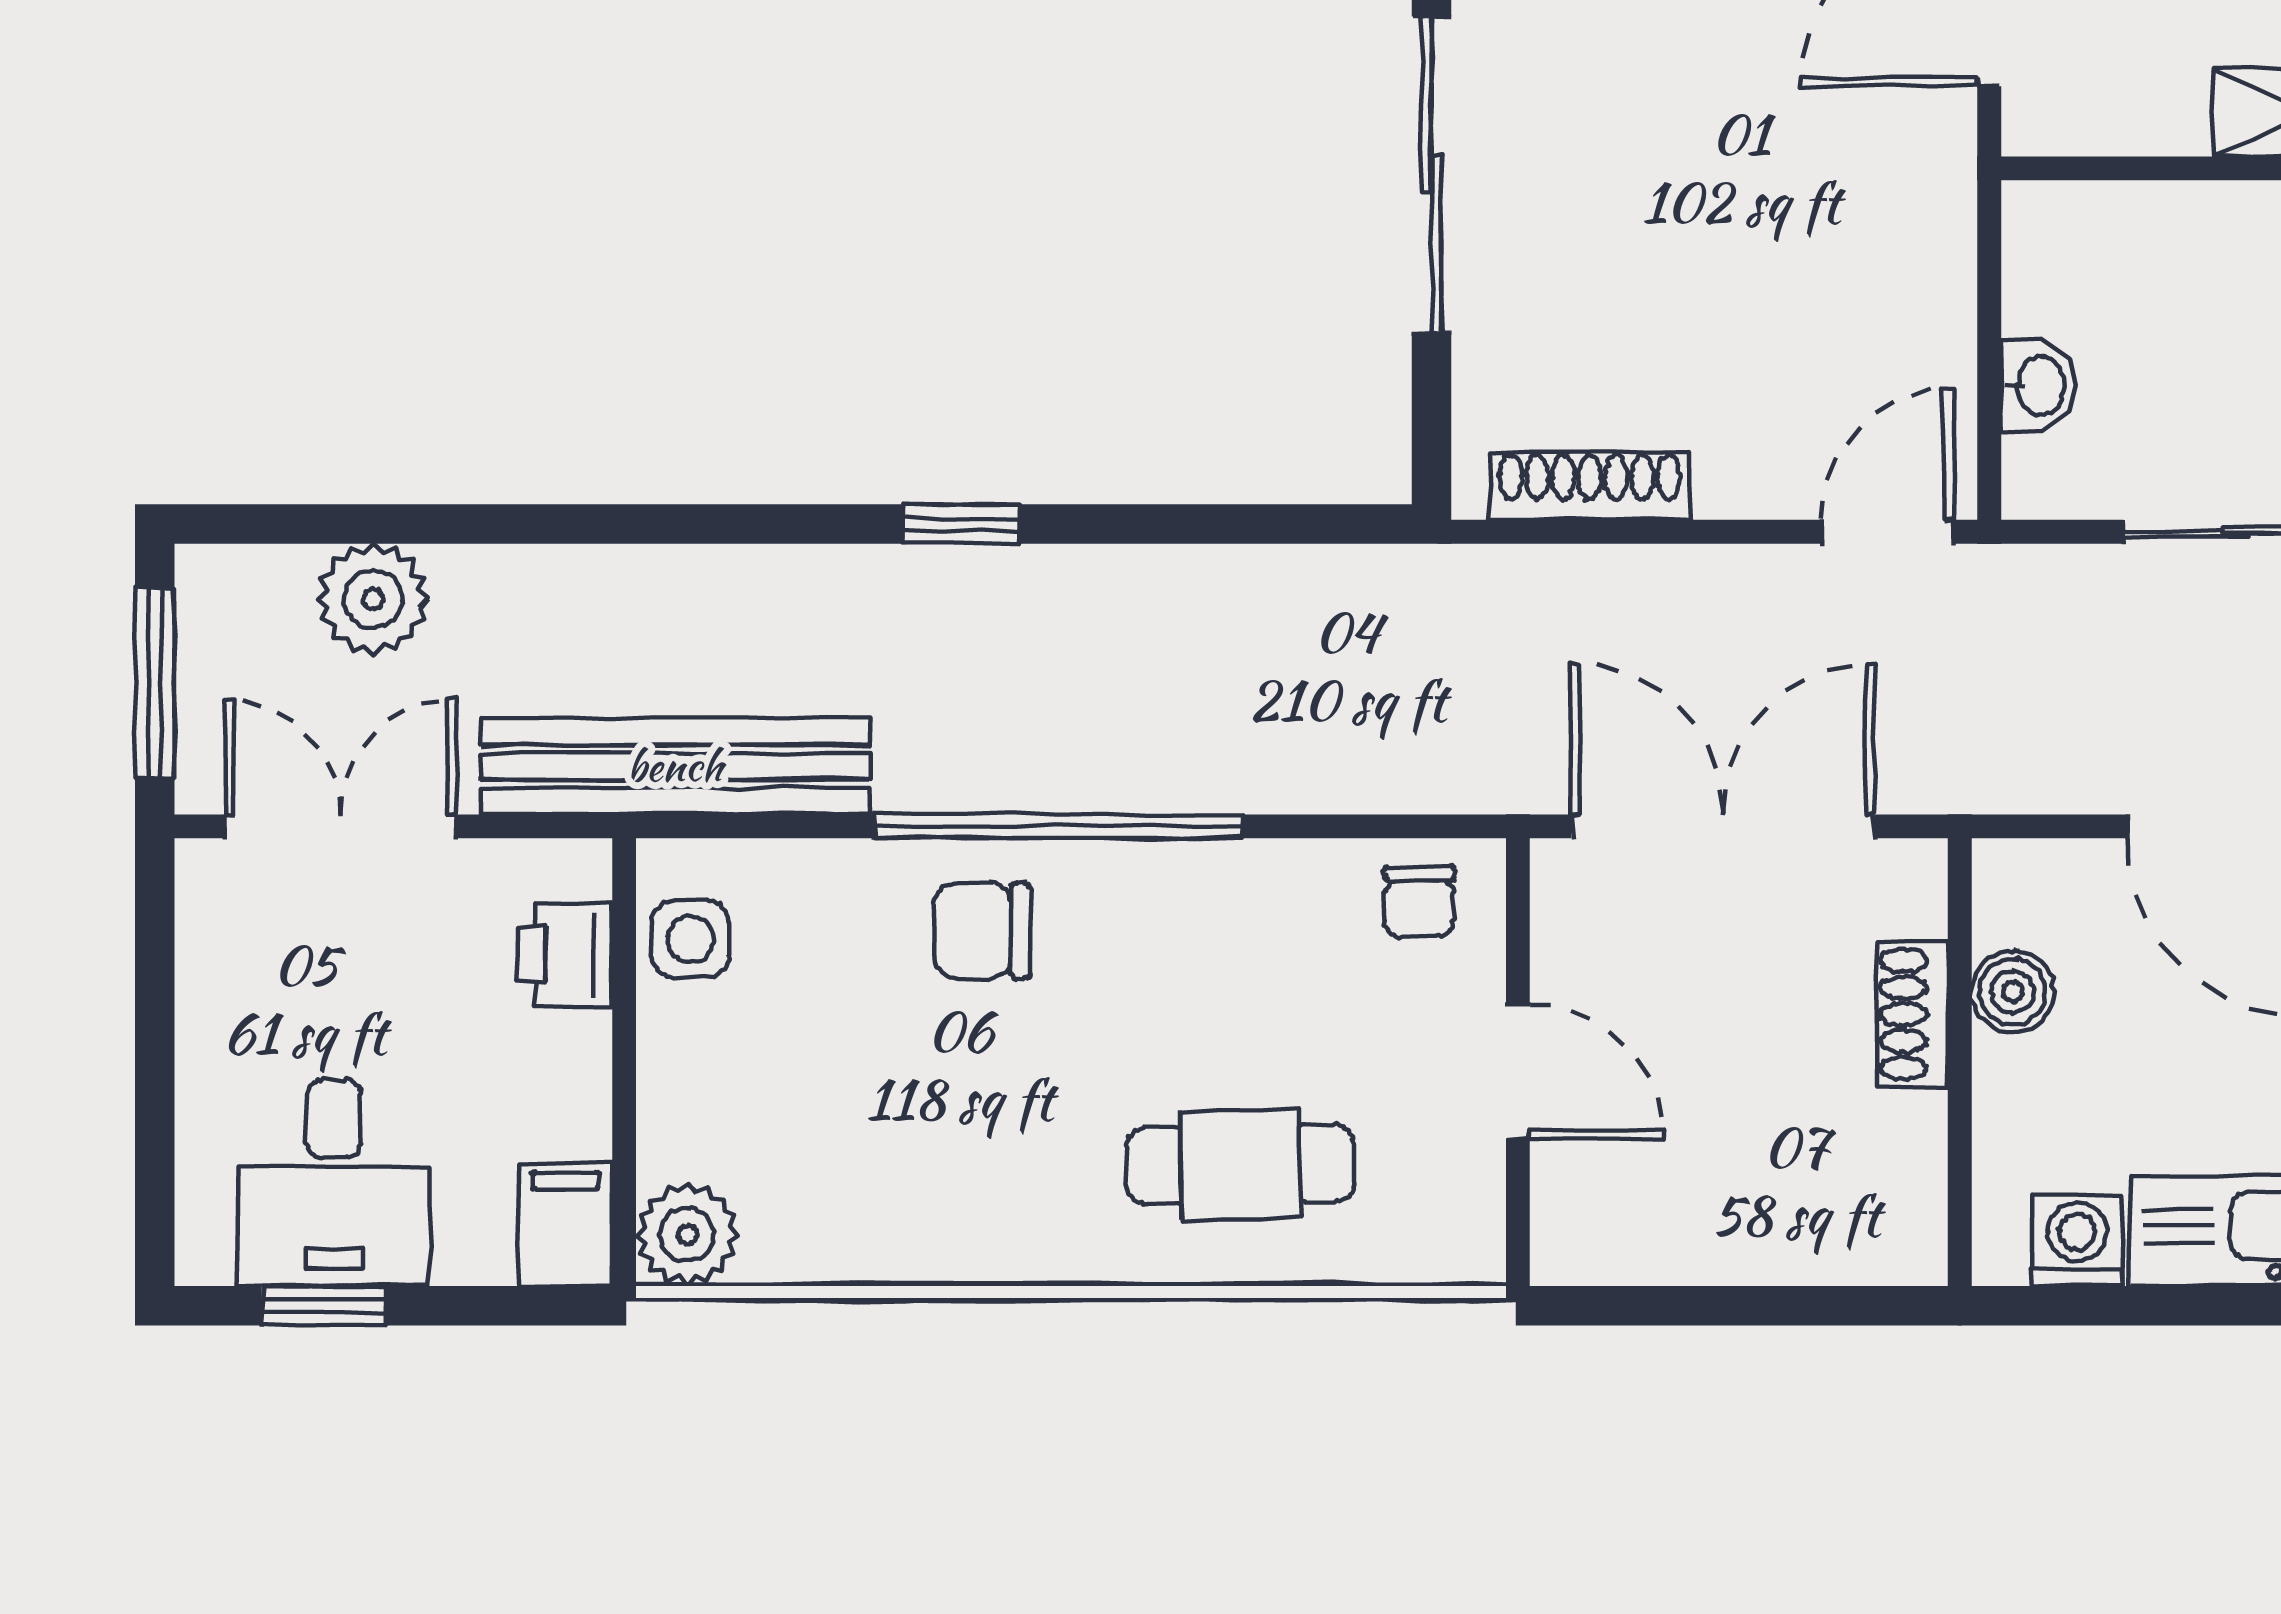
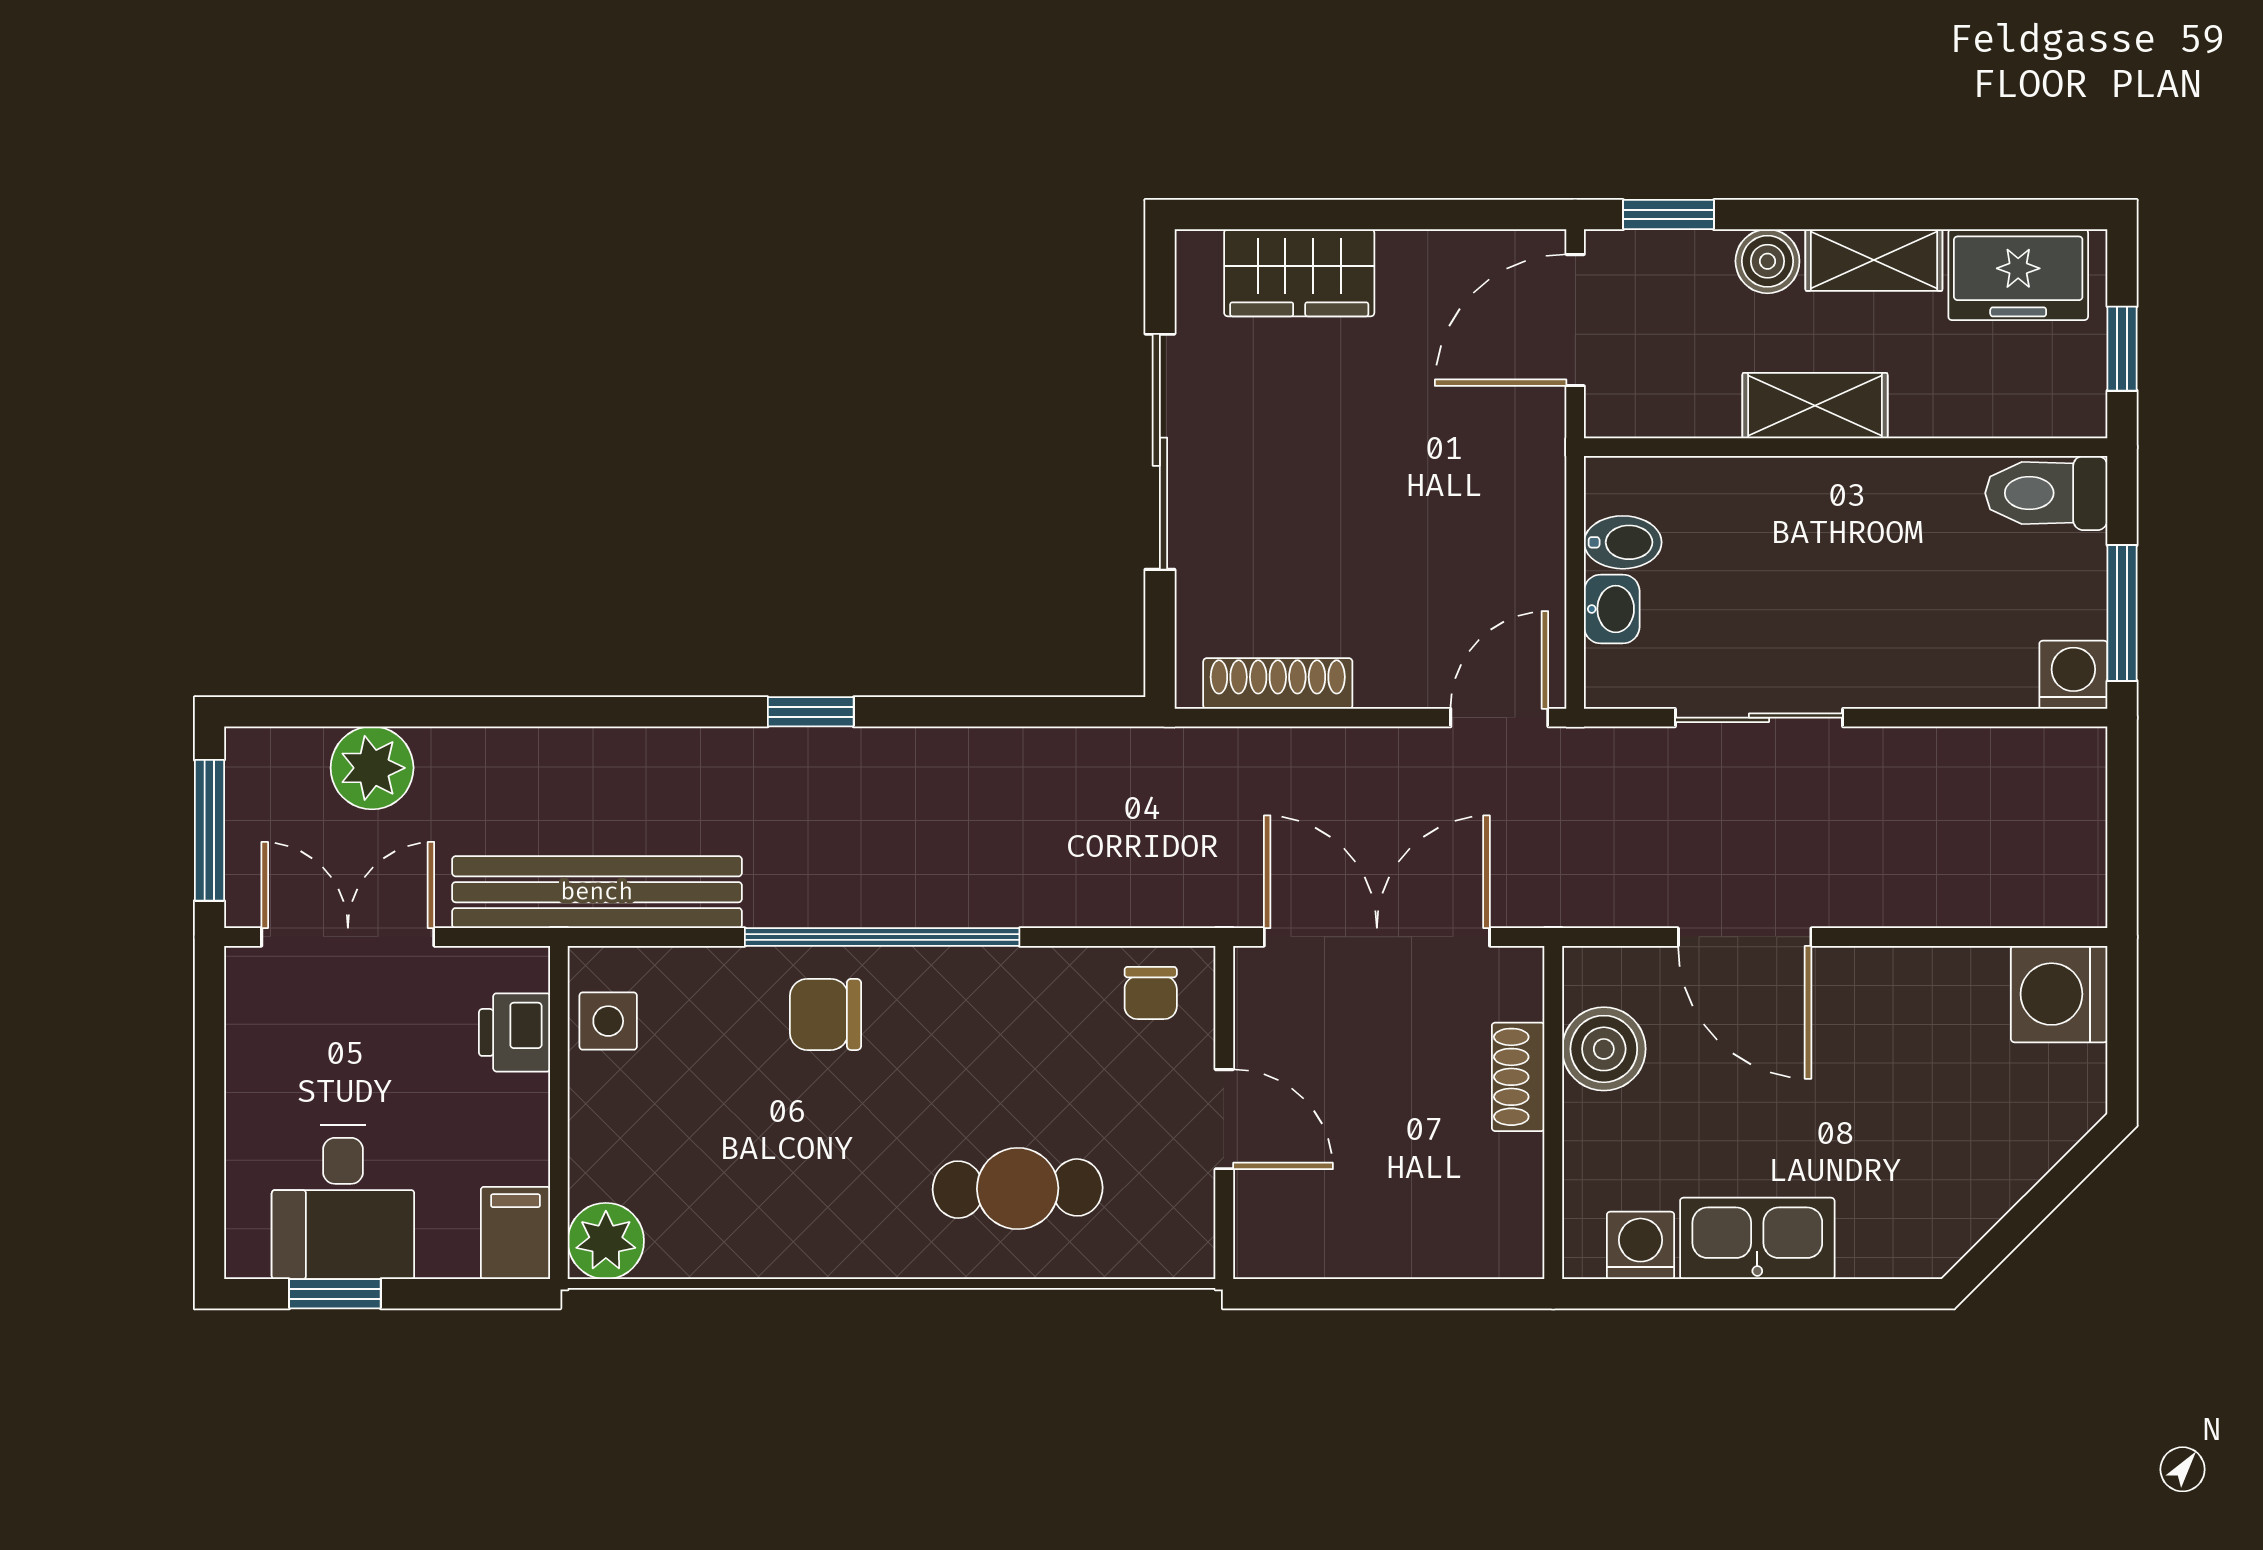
bidet: (2053, 296) -> (1623, 542), added
boiler: (2013, 992) -> (1604, 1049), width x1.36, depth x1.36

